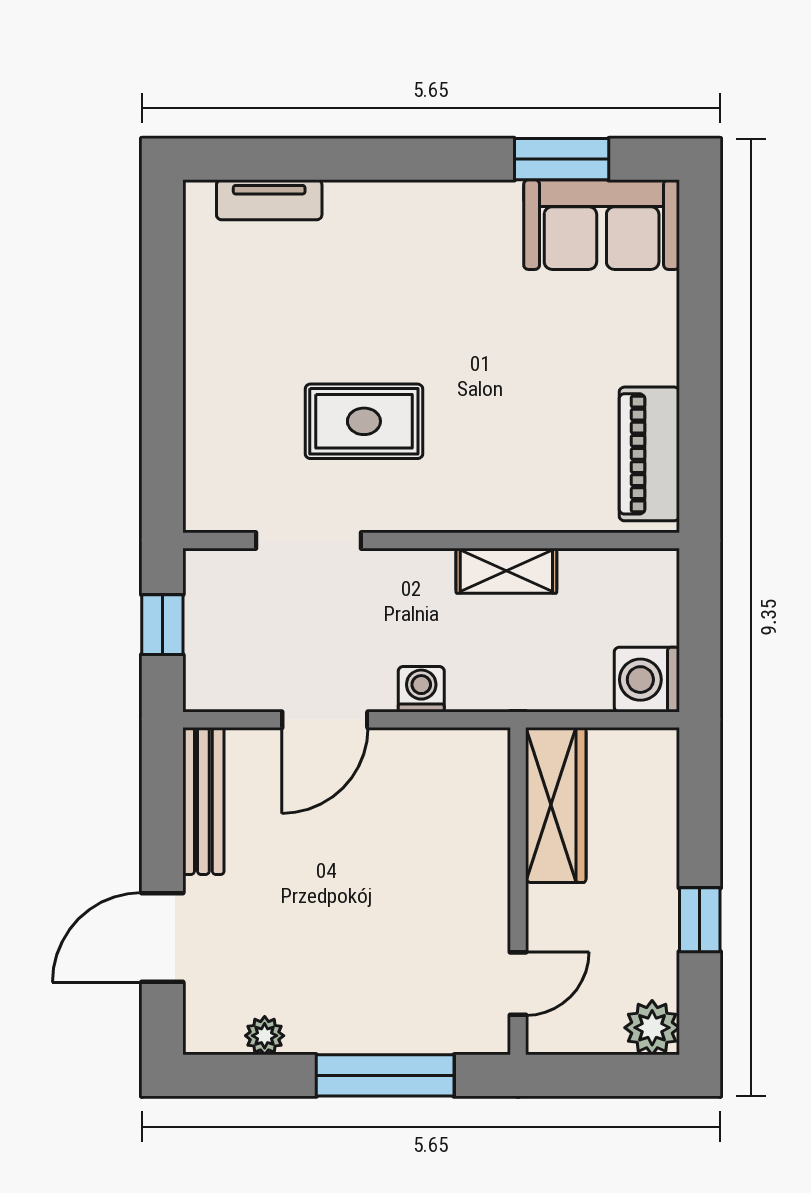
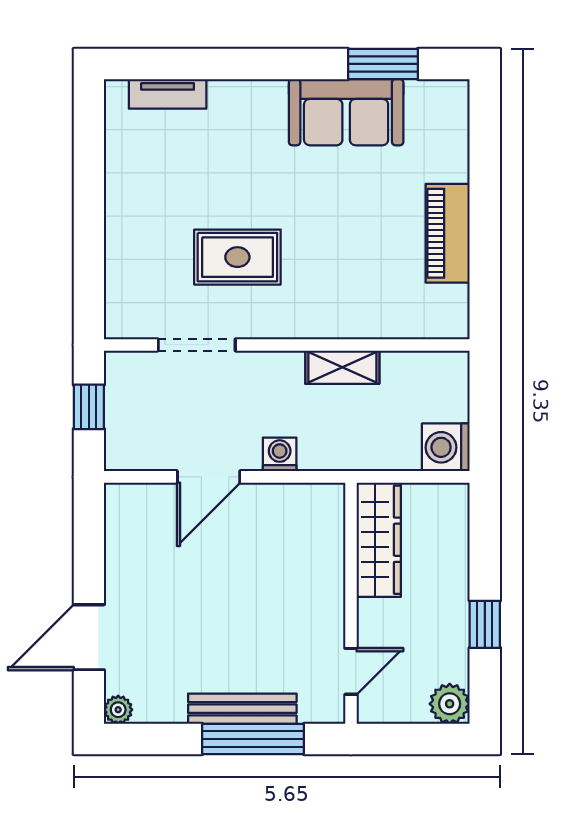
sofa: (602, 225) -> (346, 112), moved
piano: (649, 454) -> (448, 233), moved
bench: (203, 801) -> (242, 709), moved, turned 90
plant: (265, 1036) -> (118, 710), moved

